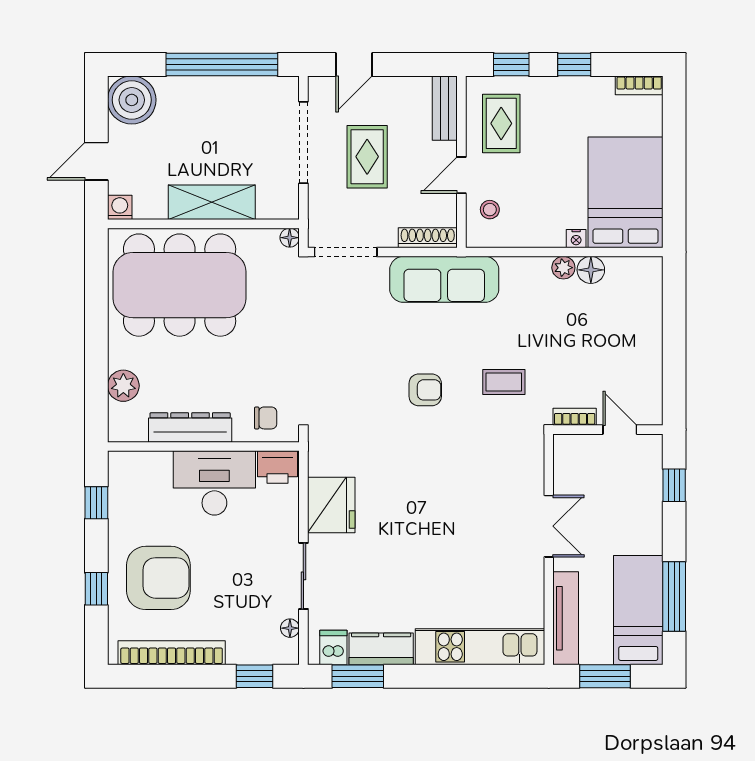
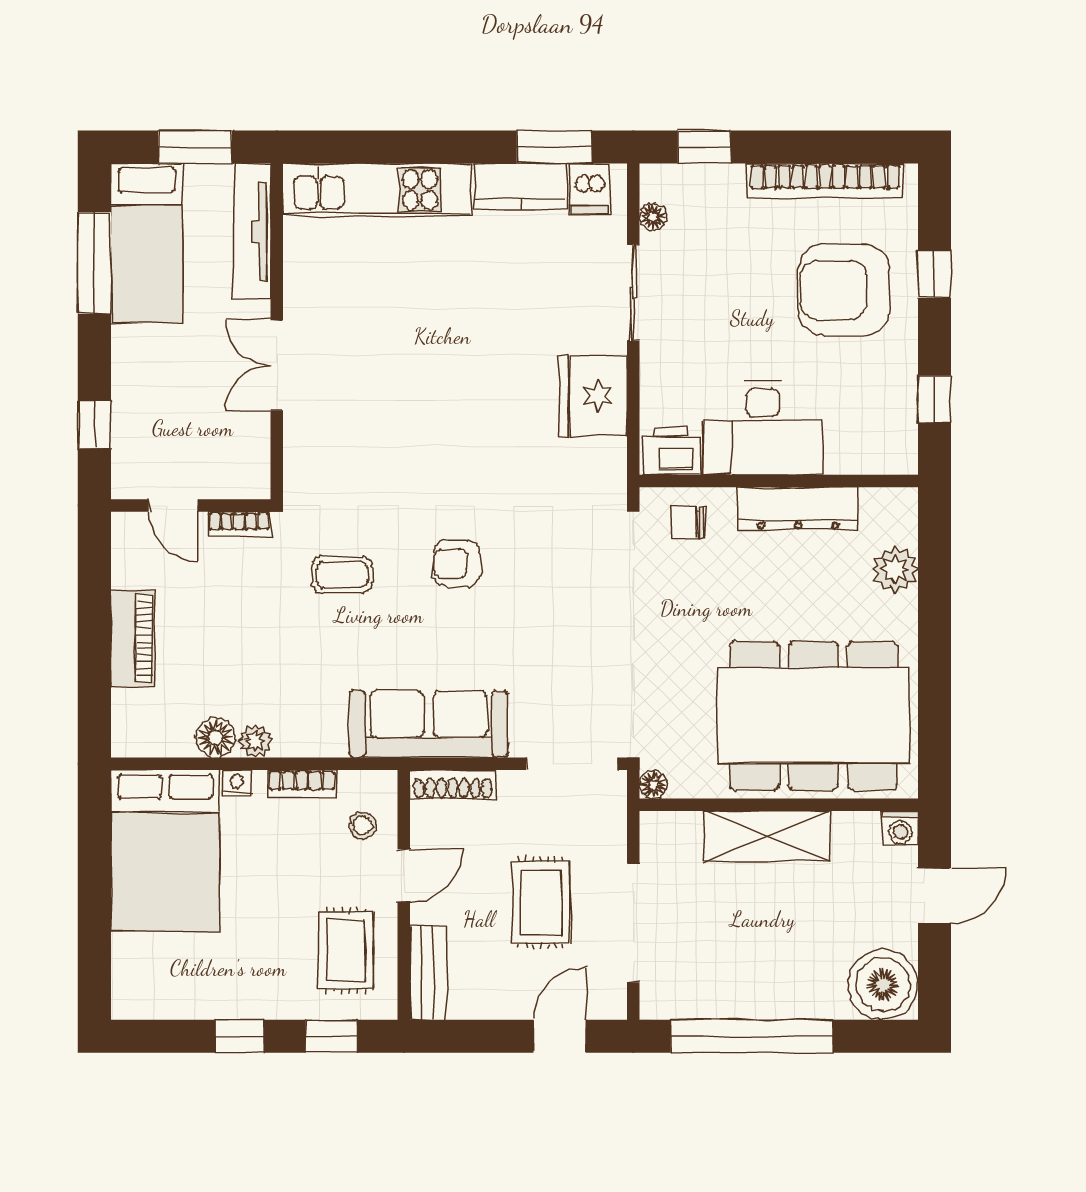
bookcase: (639, 85) -> (302, 784), moved, turned 180
piano: (648, 338) -> (132, 638), added

